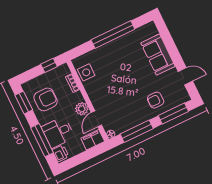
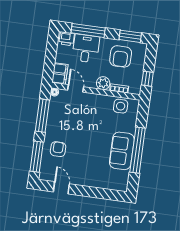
sofa: (158, 55) -> (122, 151), moved, turned -90
door: (185, 76) -> (61, 188), swing flipped
plant: (82, 109) -> (103, 83), moved

